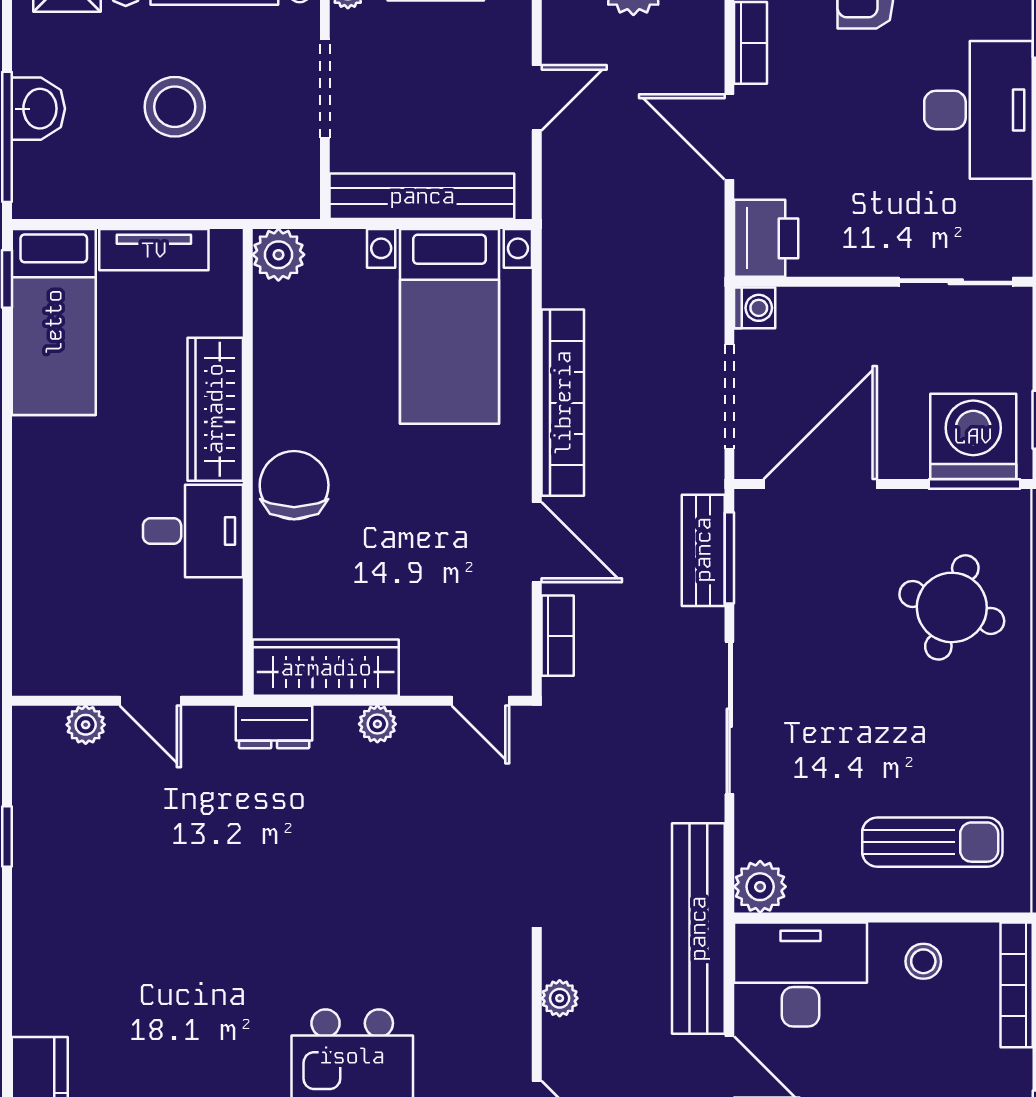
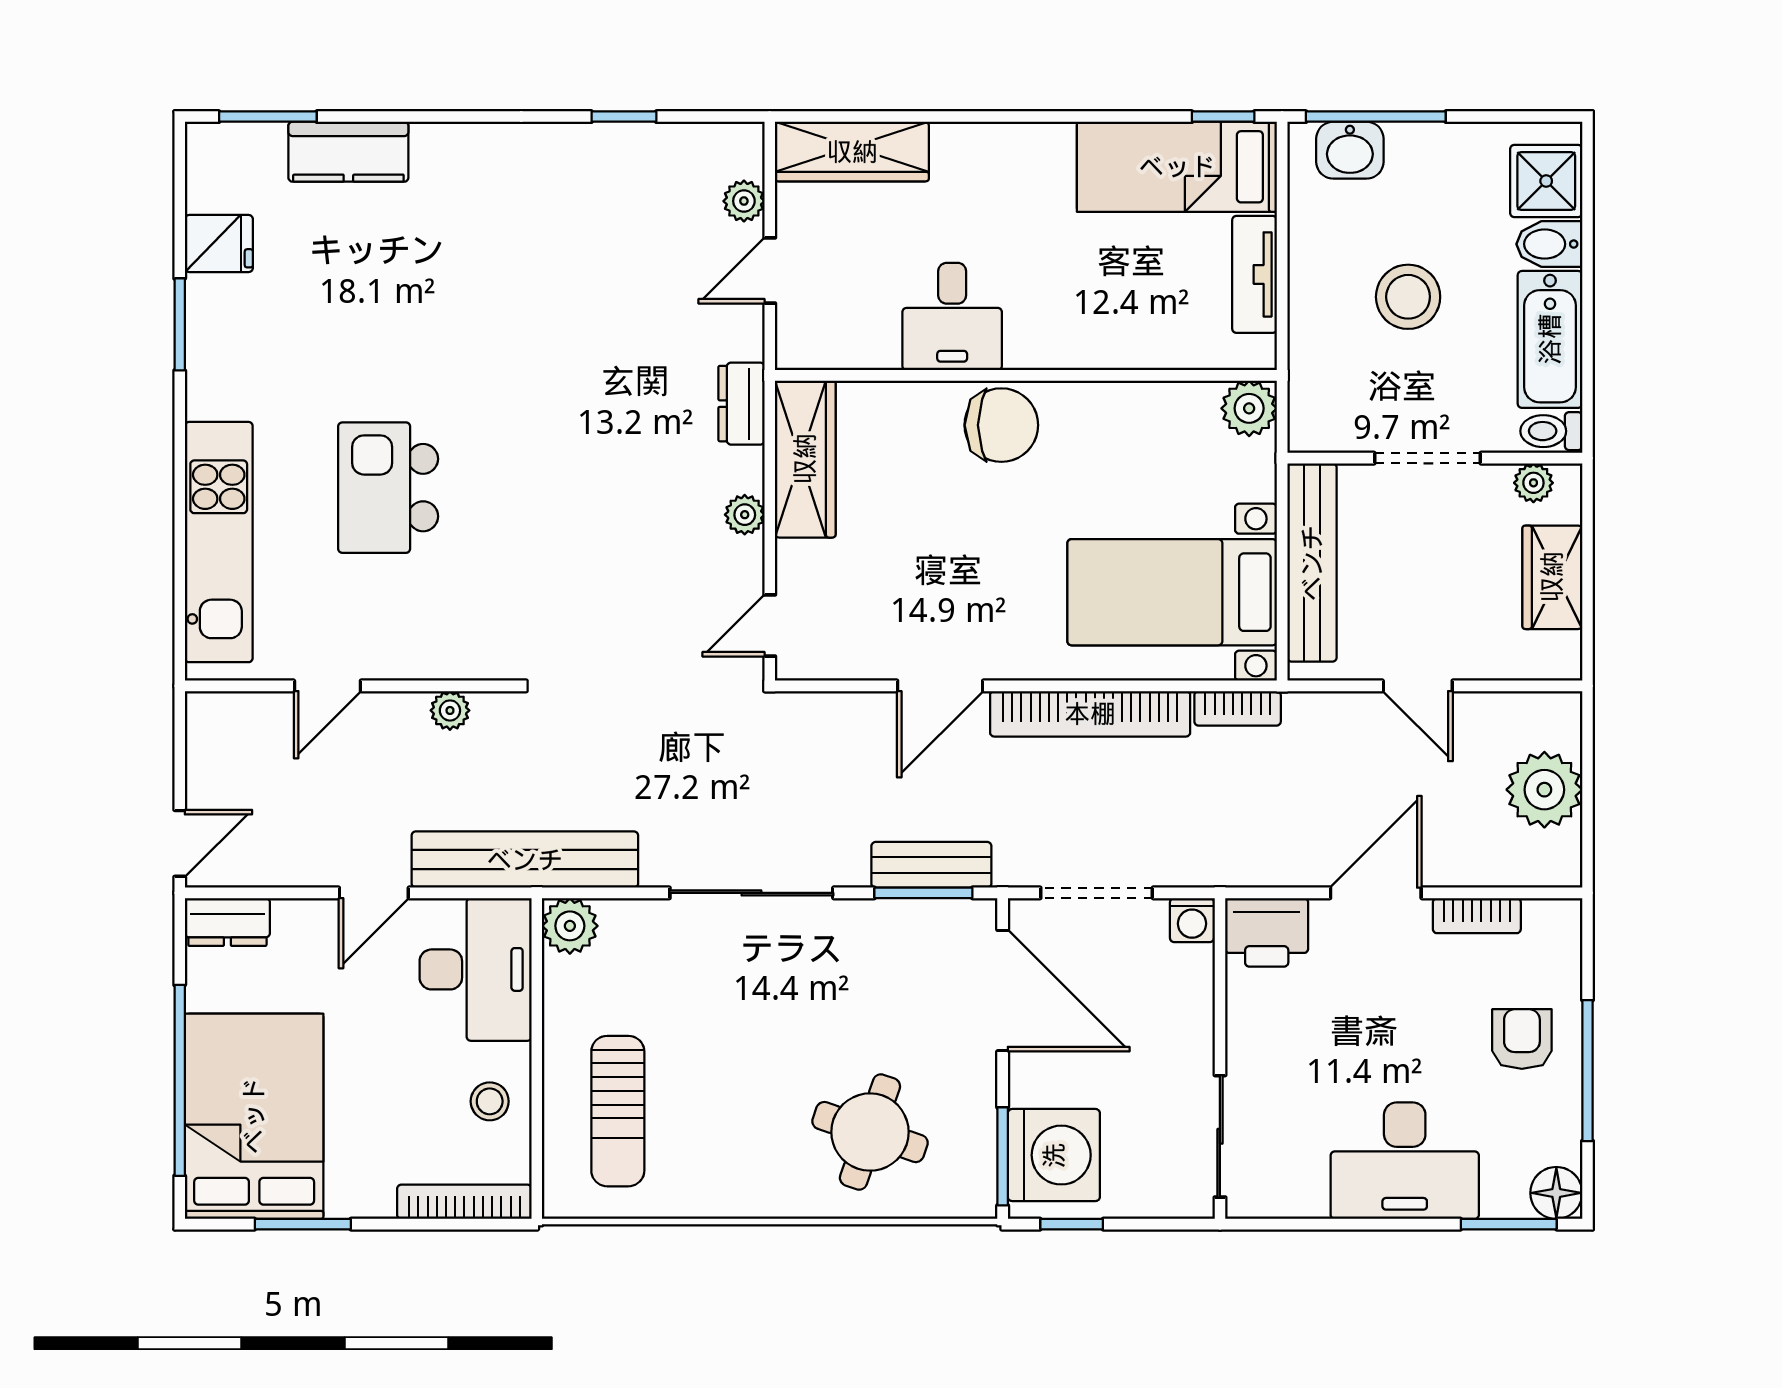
washbasin: (38, 109) -> (1350, 150), moved
wardrobe: (215, 409) -> (852, 152), moved, turned 180
bookcase: (558, 636) -> (1238, 708), moved

